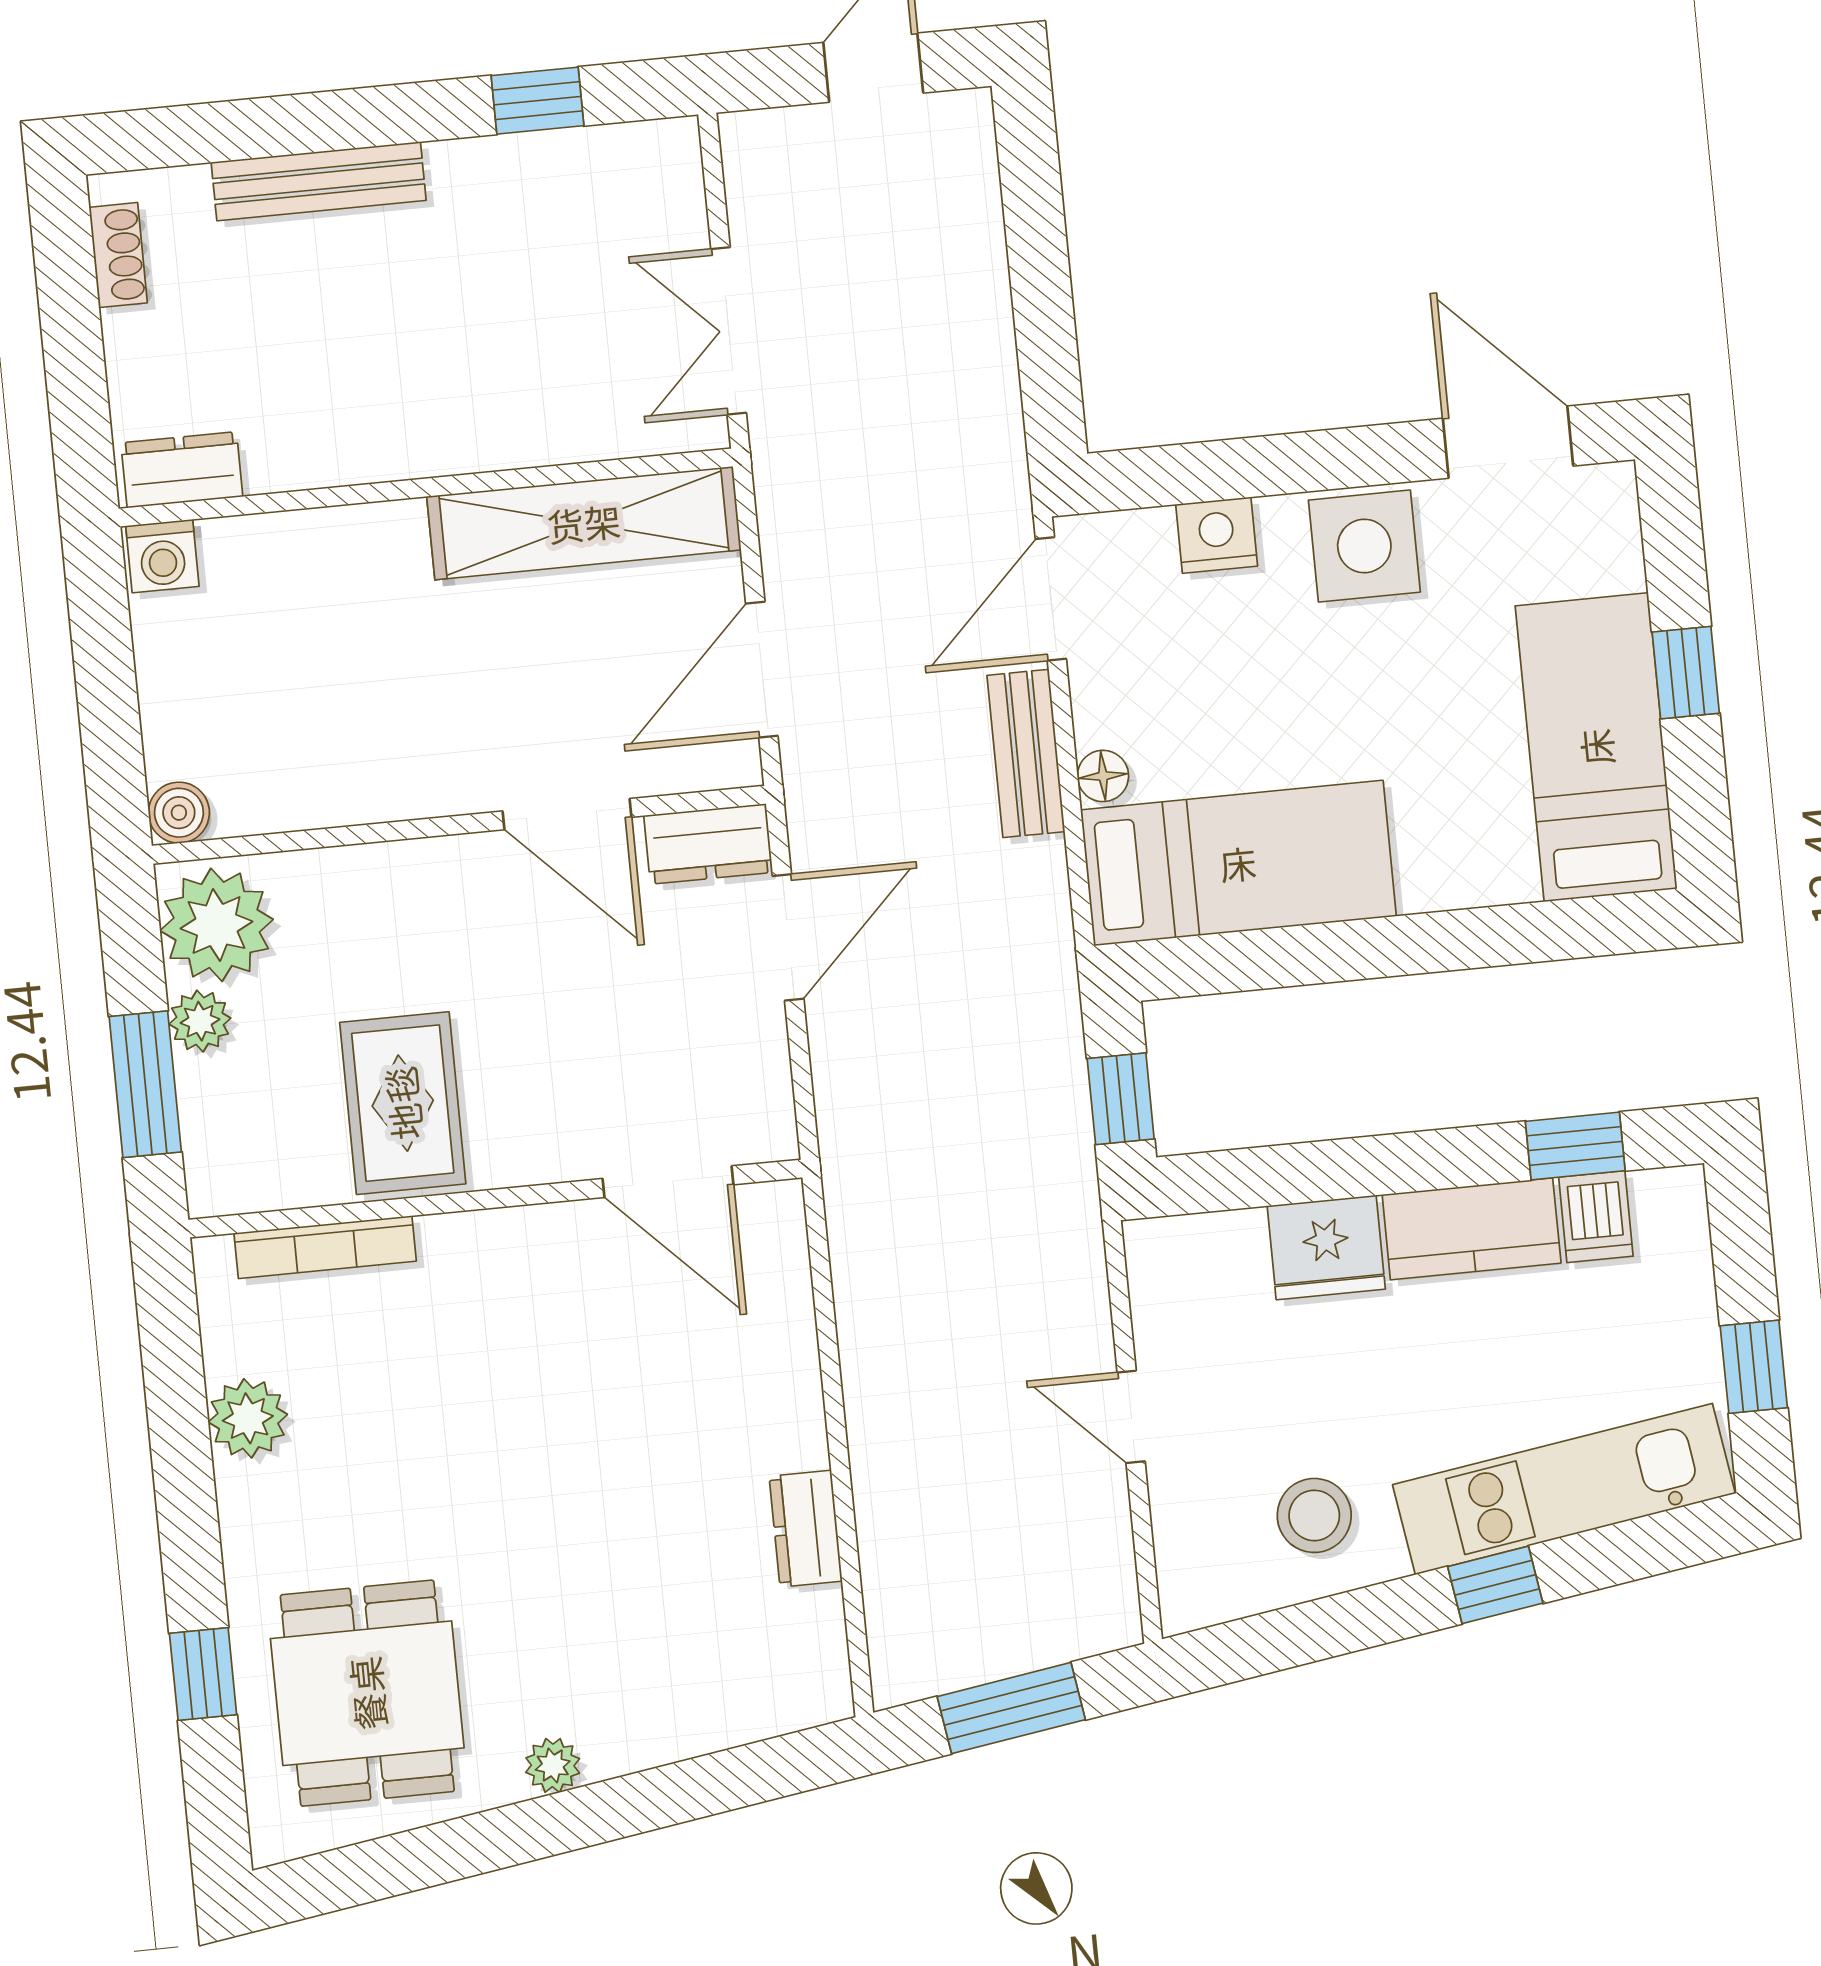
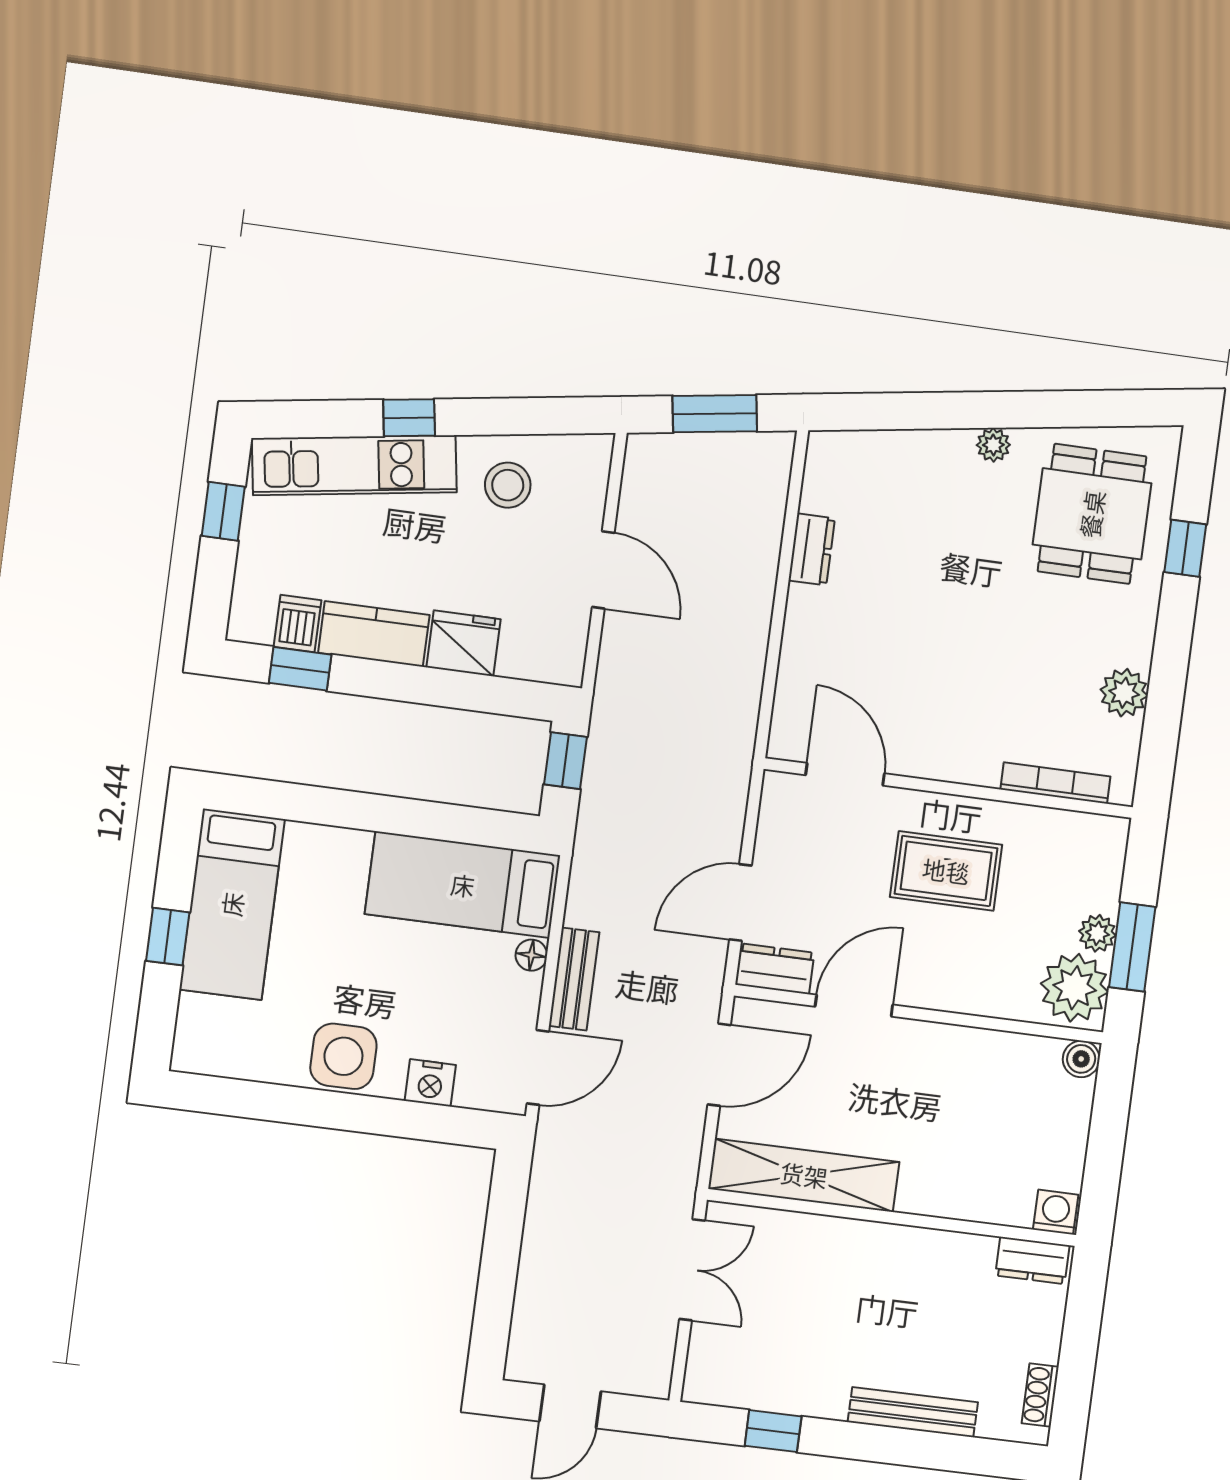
door: (1508, 442) -> (243, 1099), removed
door: (567, 814) -> (854, 1006), hinge flipped
window: (145, 1084) -> (1132, 947), moved
rug: (403, 1103) -> (946, 871), moved, turned 90
door: (1131, 1417) -> (603, 570), width x1.38

